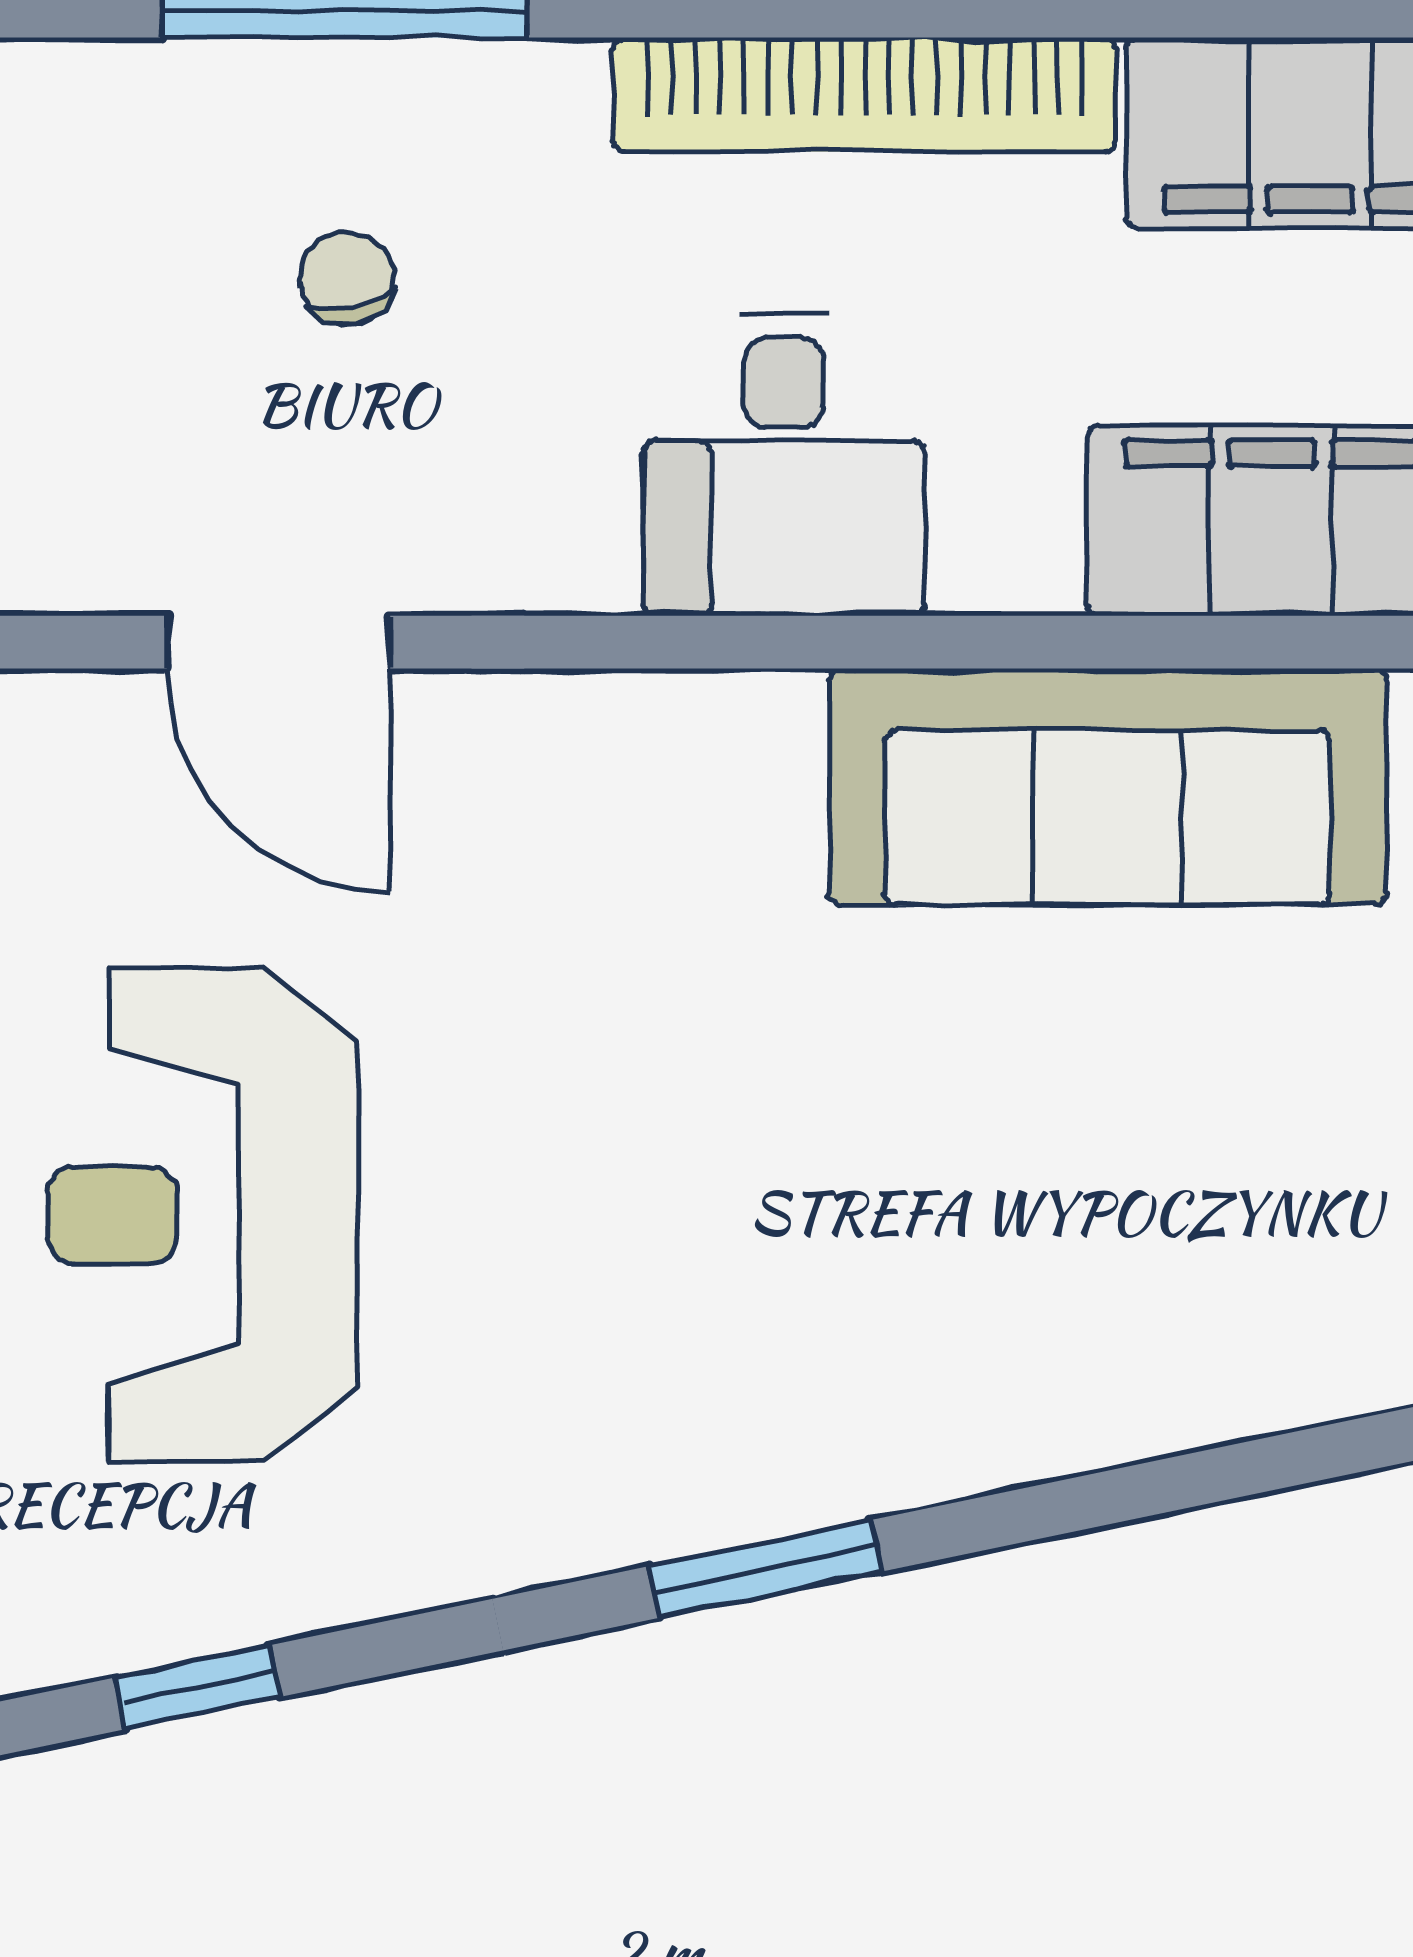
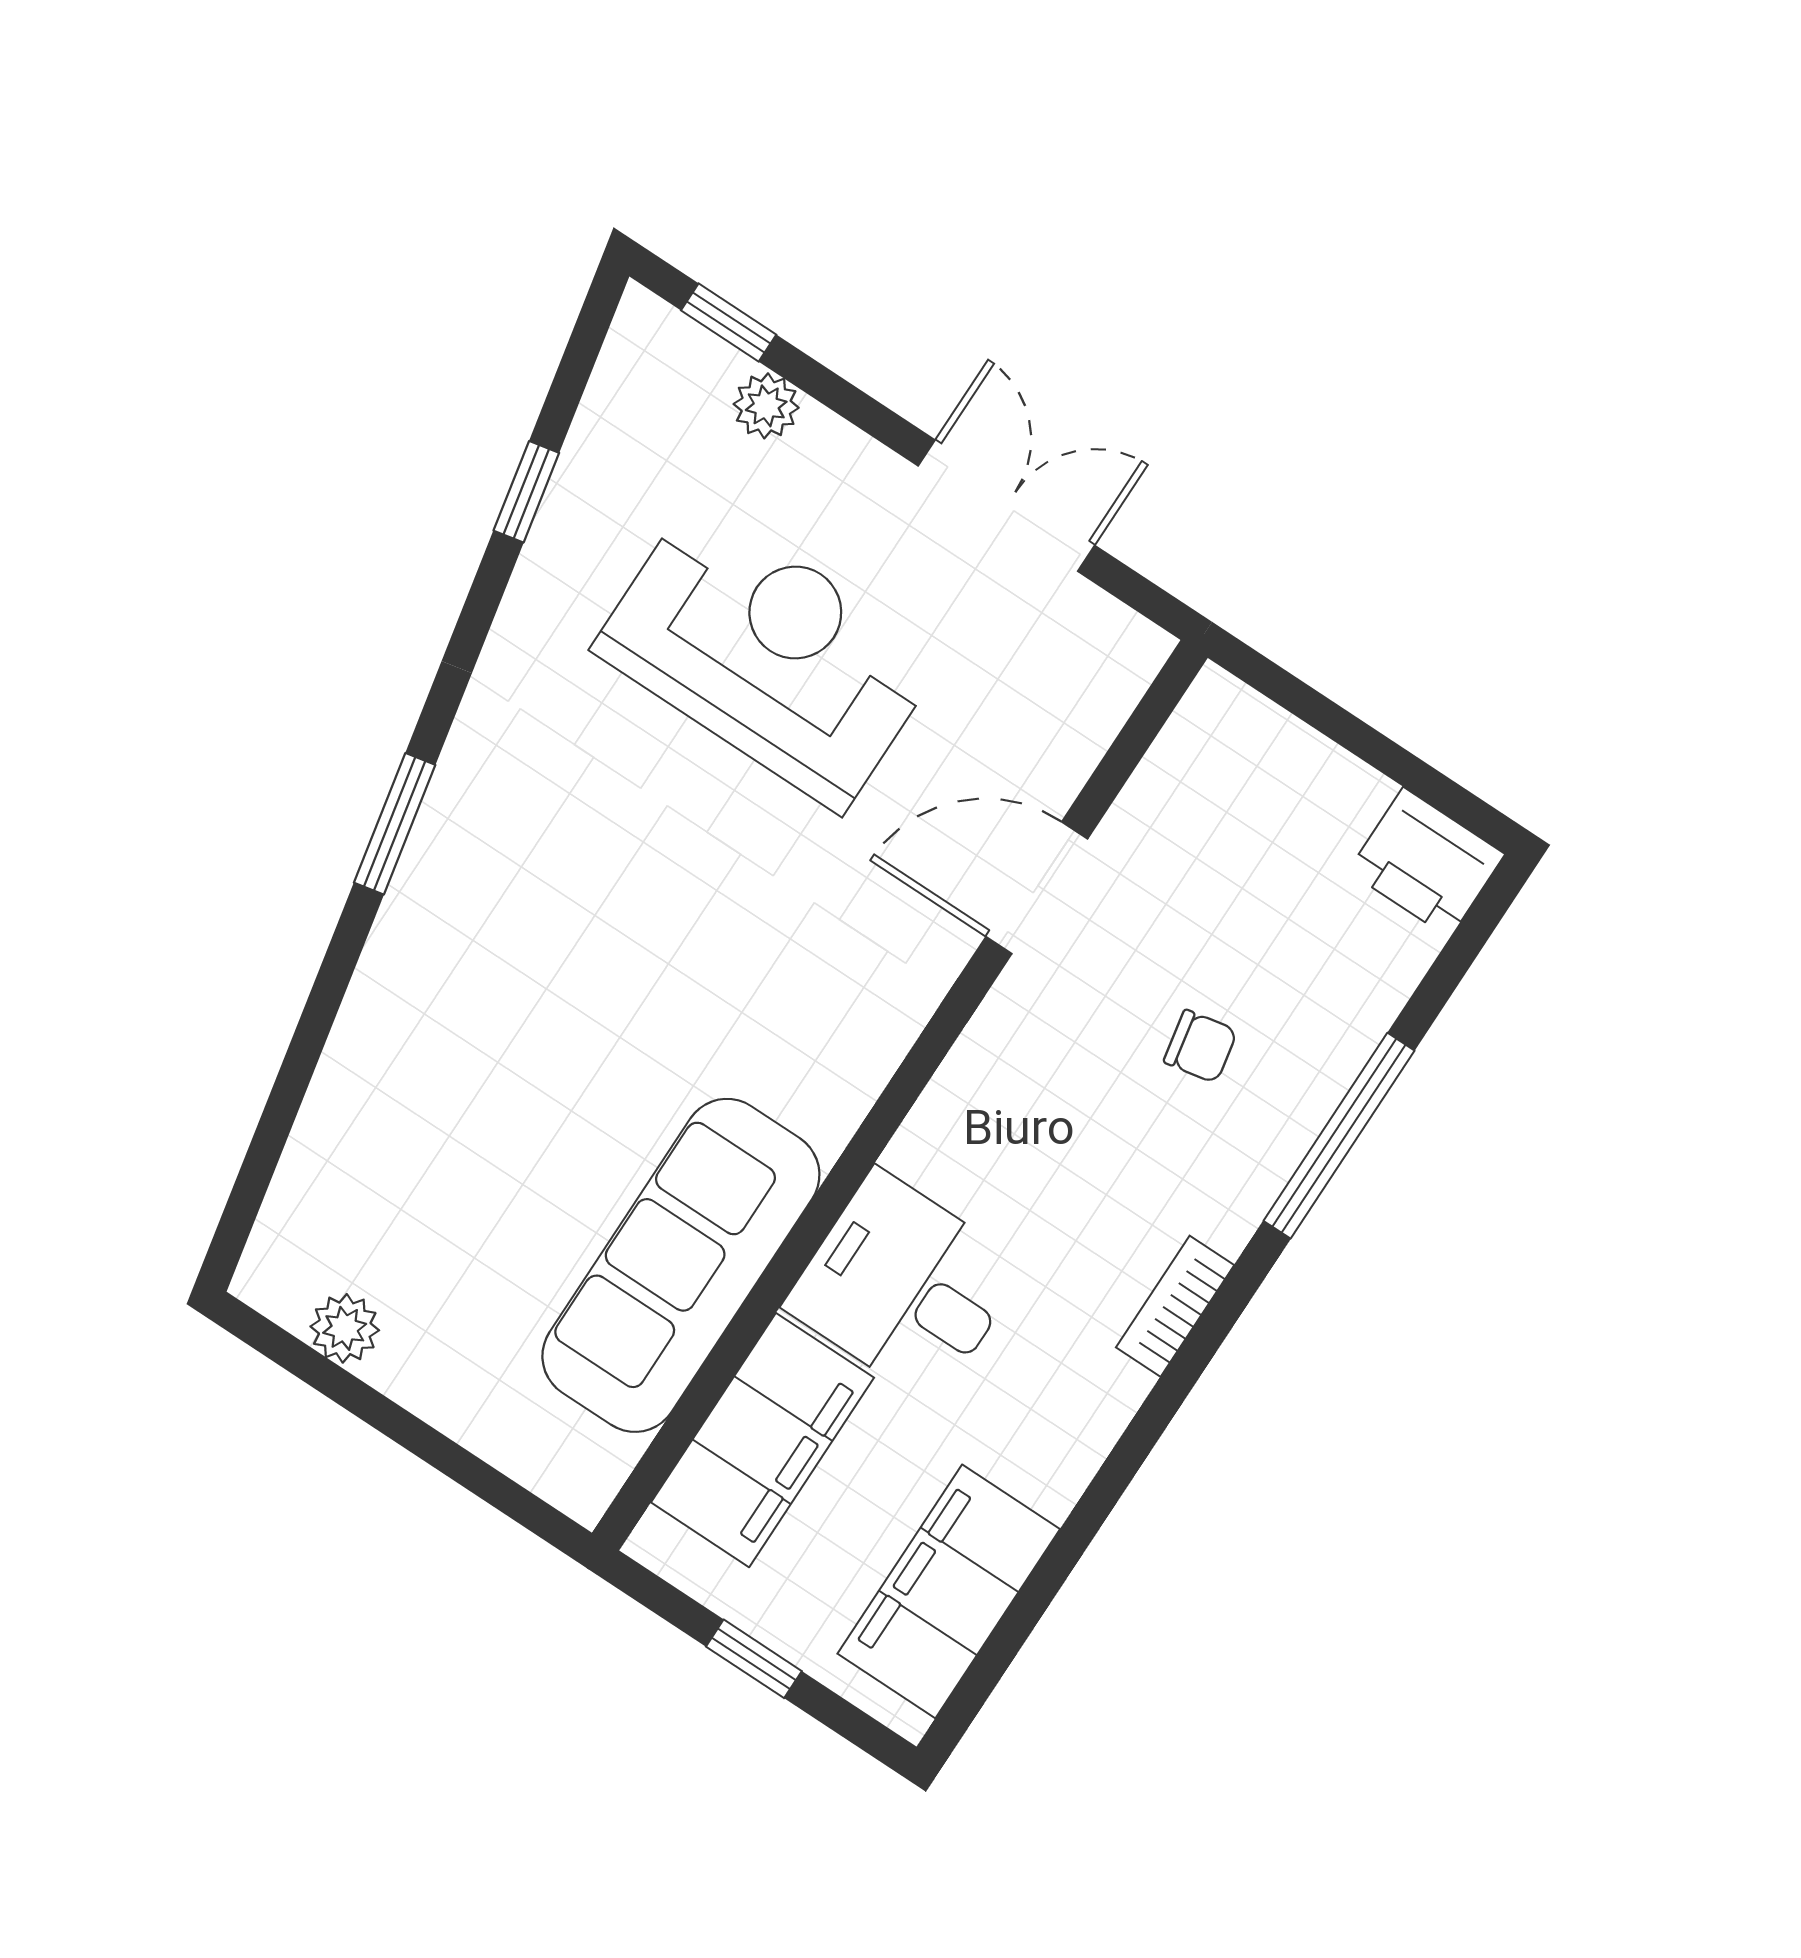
bookcase: (864, 94) -> (1175, 1306), width x0.43, depth x0.76
desk: (784, 465) -> (905, 1287), moved

